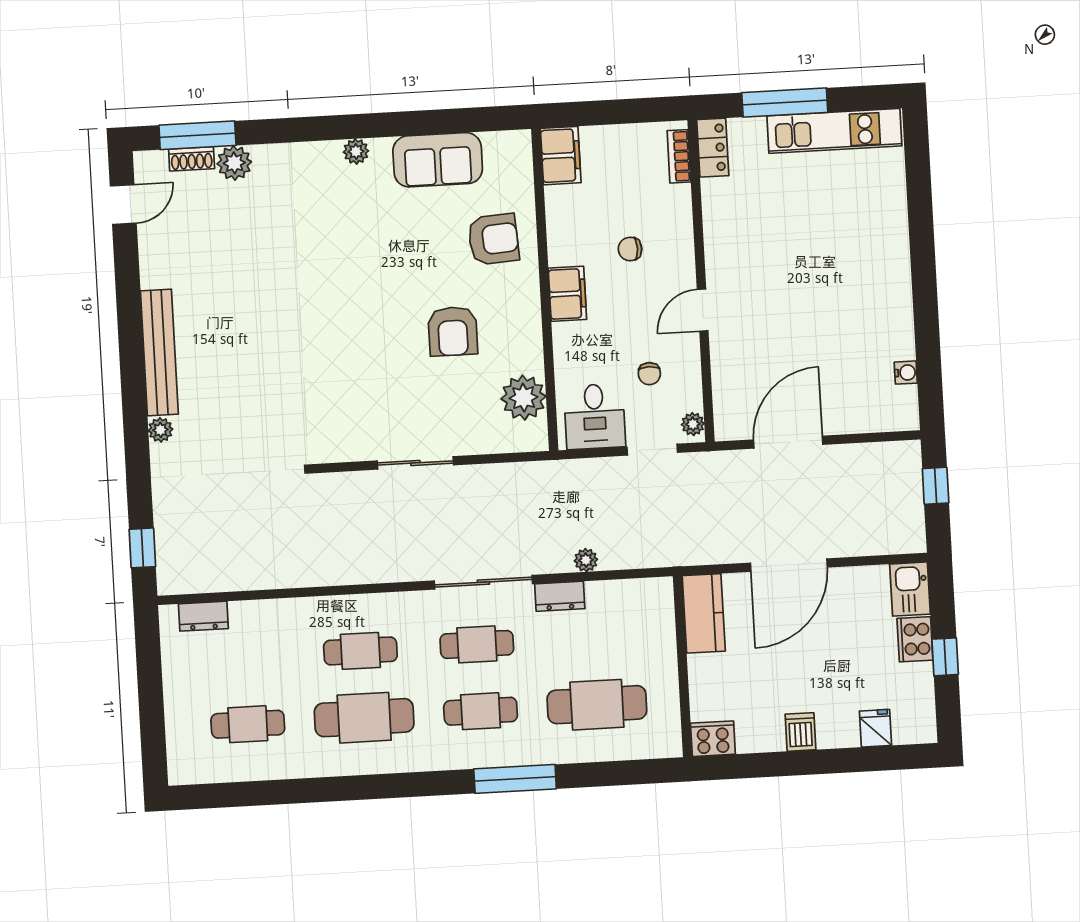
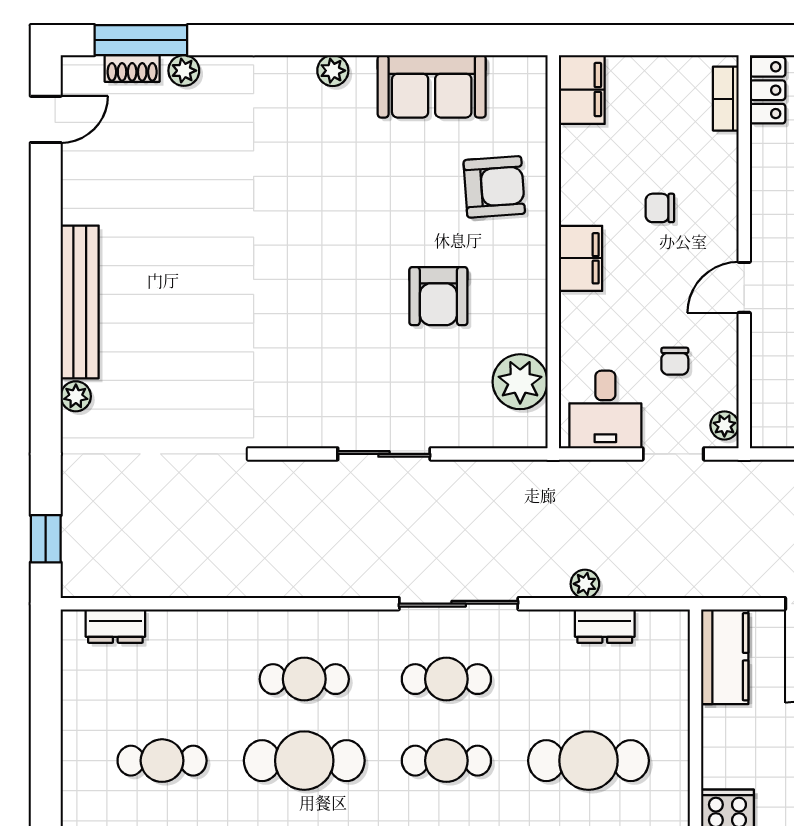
plant: (234, 163) -> (184, 71), width x0.73, depth x0.73
dresser: (560, 596) -> (605, 626), moved

